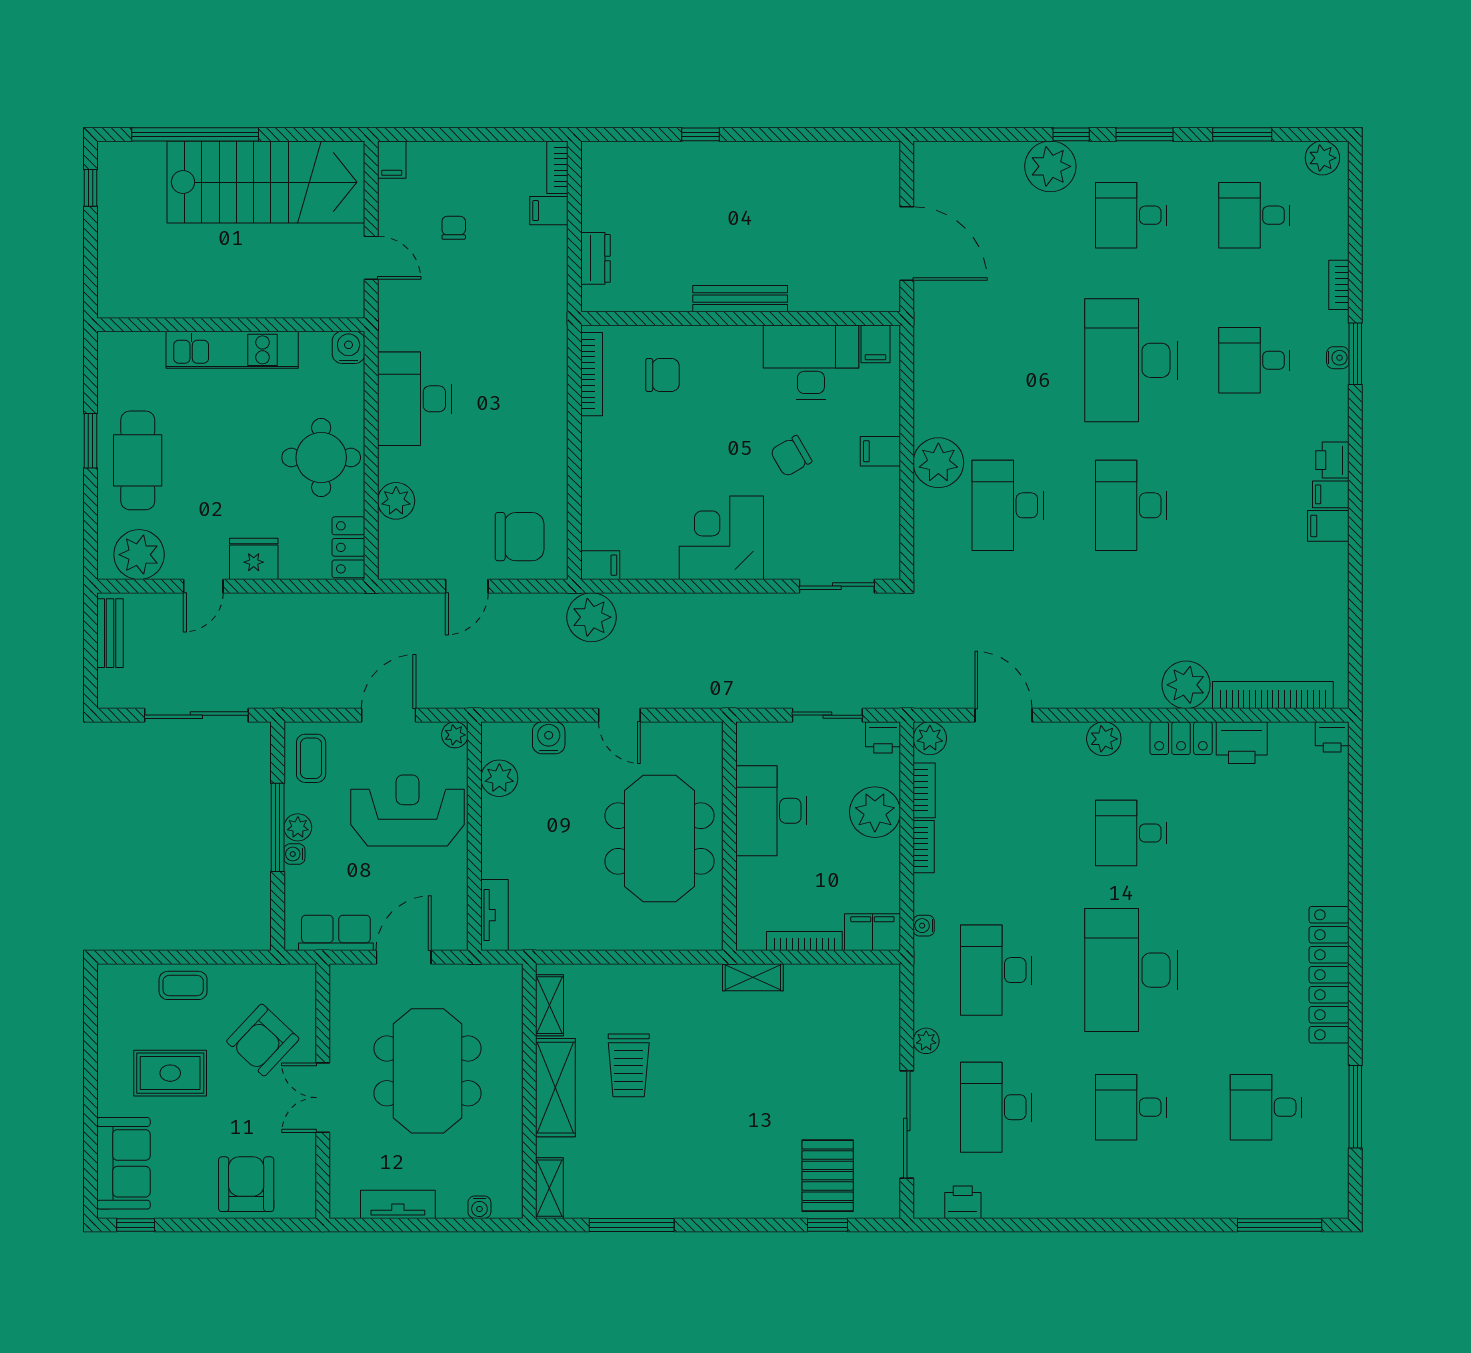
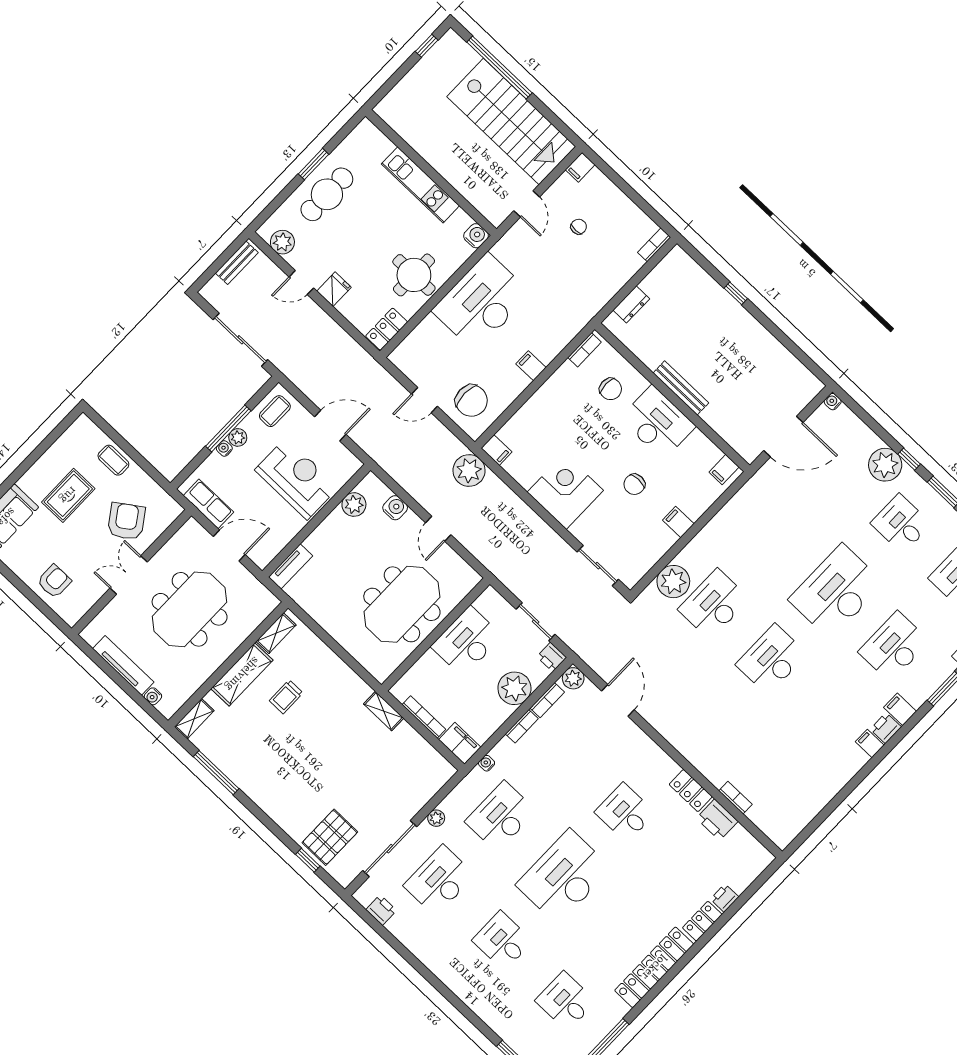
filing cabinet: (549, 211) -> (531, 366), moved
door: (907, 244) -> (783, 437), hinge flipped
water cooler: (1338, 358) -> (833, 402), moved, turned 180
desk: (1254, 360) -> (894, 647), width x1.37
desk: (811, 362) -> (658, 422), moved
bookcase: (592, 374) -> (584, 350), width x0.64
desk: (414, 399) -> (481, 302), width x1.36, depth x1.30
chair: (791, 456) -> (634, 484), turned -60
plant: (938, 463) -> (673, 582), moved
plant: (396, 501) -> (430, 329), removed
filing cabinet: (1328, 526) -> (900, 709), moved
plant: (139, 555) -> (282, 242), width x0.73, depth x0.73
fridge: (254, 559) -> (334, 289), width x0.72
plant: (1186, 685) -> (717, 768), removed
bookcase: (1273, 695) -> (735, 798), width x0.43, depth x0.76
plant: (455, 735) -> (353, 464), removed
printer: (1332, 737) -> (725, 898), moved, turned 90
plant: (1104, 739) -> (654, 756), removed
locker: (1333, 872) -> (702, 921), added
armchair: (263, 1040) -> (126, 521), turned 102
trolley: (629, 1065) -> (286, 697), width x0.73, depth x0.72
rug: (170, 1073) -> (68, 495), turned 90
armchair: (246, 1184) -> (54, 581), width x0.72, depth x0.72
tv unit: (398, 1204) -> (123, 665), width x1.41

